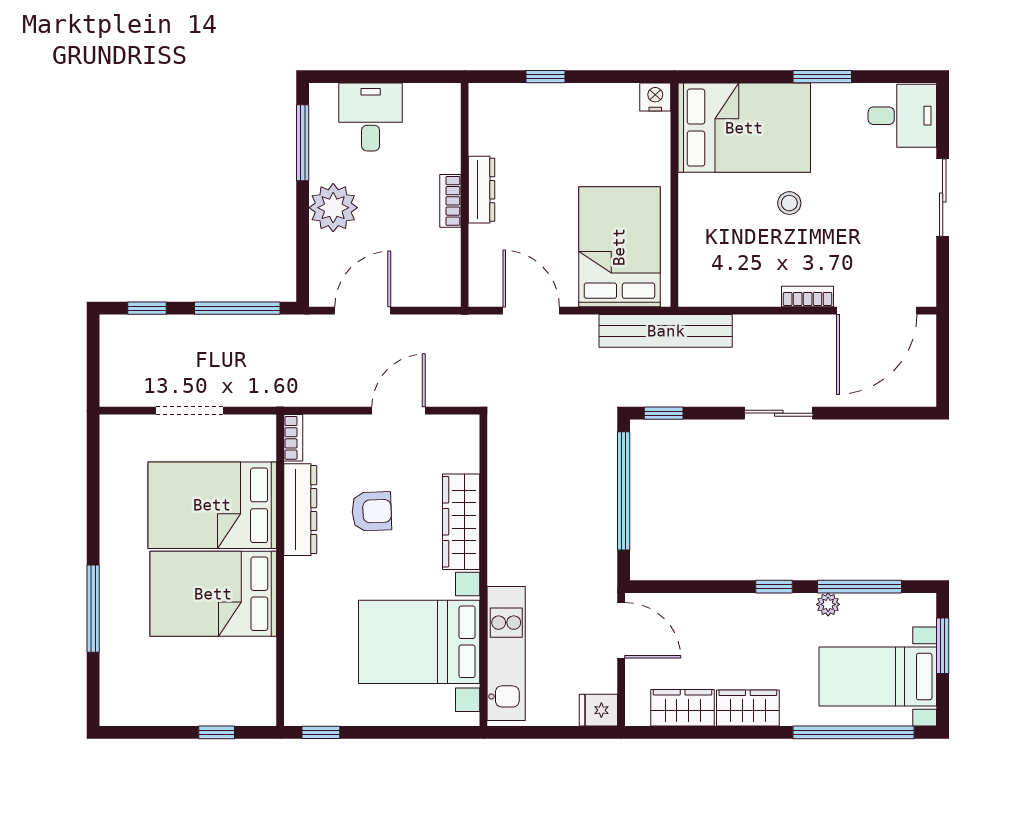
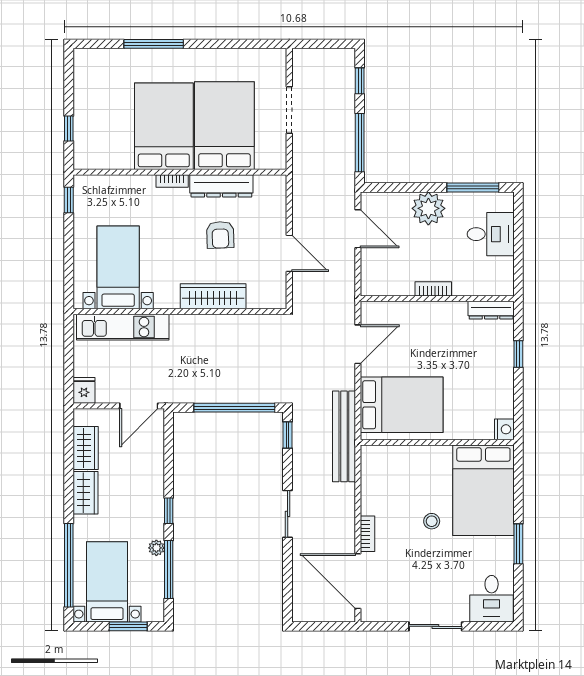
dresser: (482, 190) -> (491, 310), moved
bookcase: (293, 438) -> (172, 181), moved
bed with nightstands: (419, 642) -> (118, 267), width x0.73

